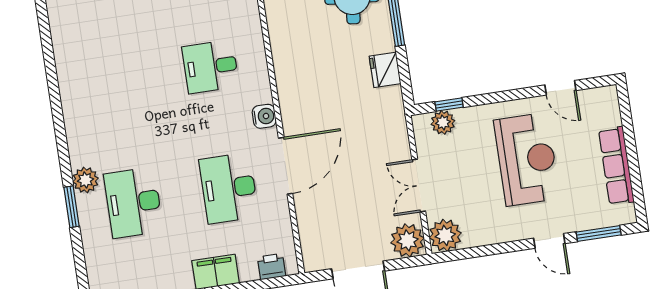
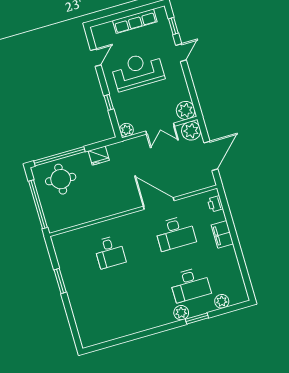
window: (449, 105) -> (109, 102), moved
water cooler: (264, 116) -> (133, 219), removed
plant: (443, 122) -> (126, 130), moved
window: (599, 233) -> (173, 26), width x0.67
plant: (96, 255) -> (222, 301), added

